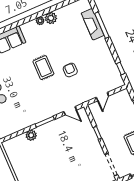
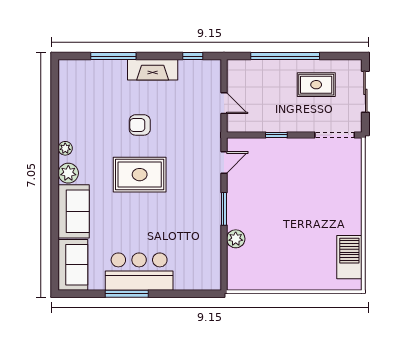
plant: (51, 18) -> (68, 173), moved
fireplace: (93, 24) -> (153, 70), moved
rug: (43, 68) -> (140, 175), width x1.36, depth x1.43
armchair: (70, 70) -> (140, 125), moved

